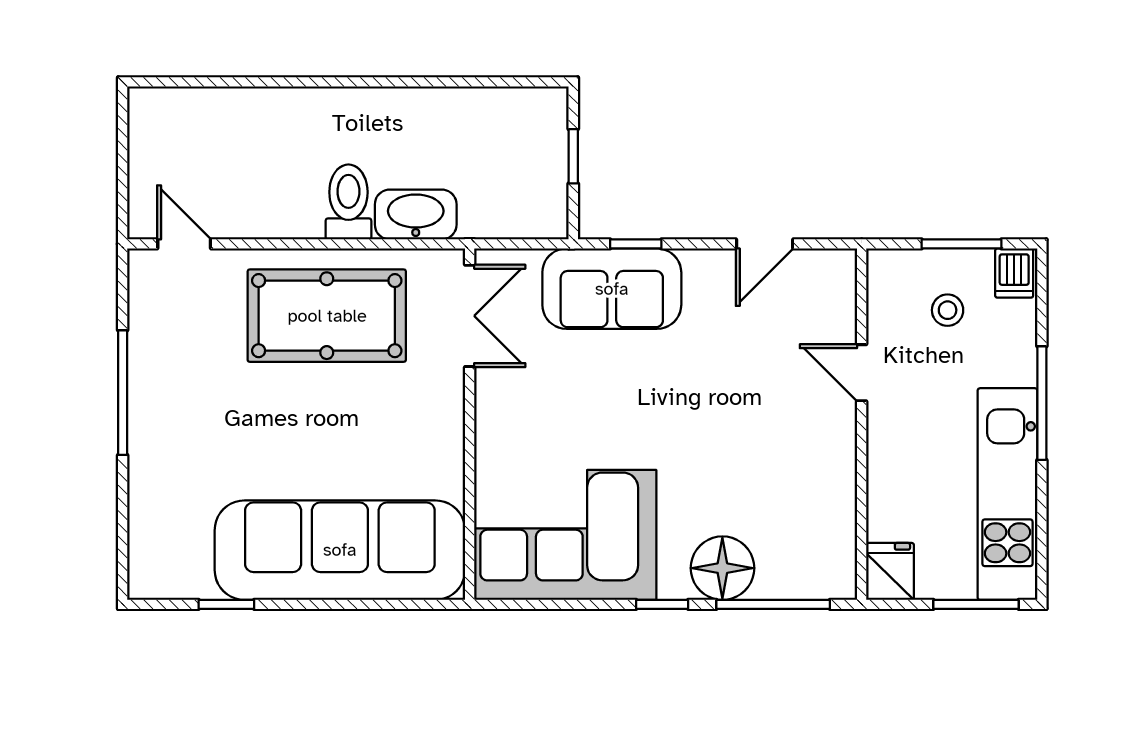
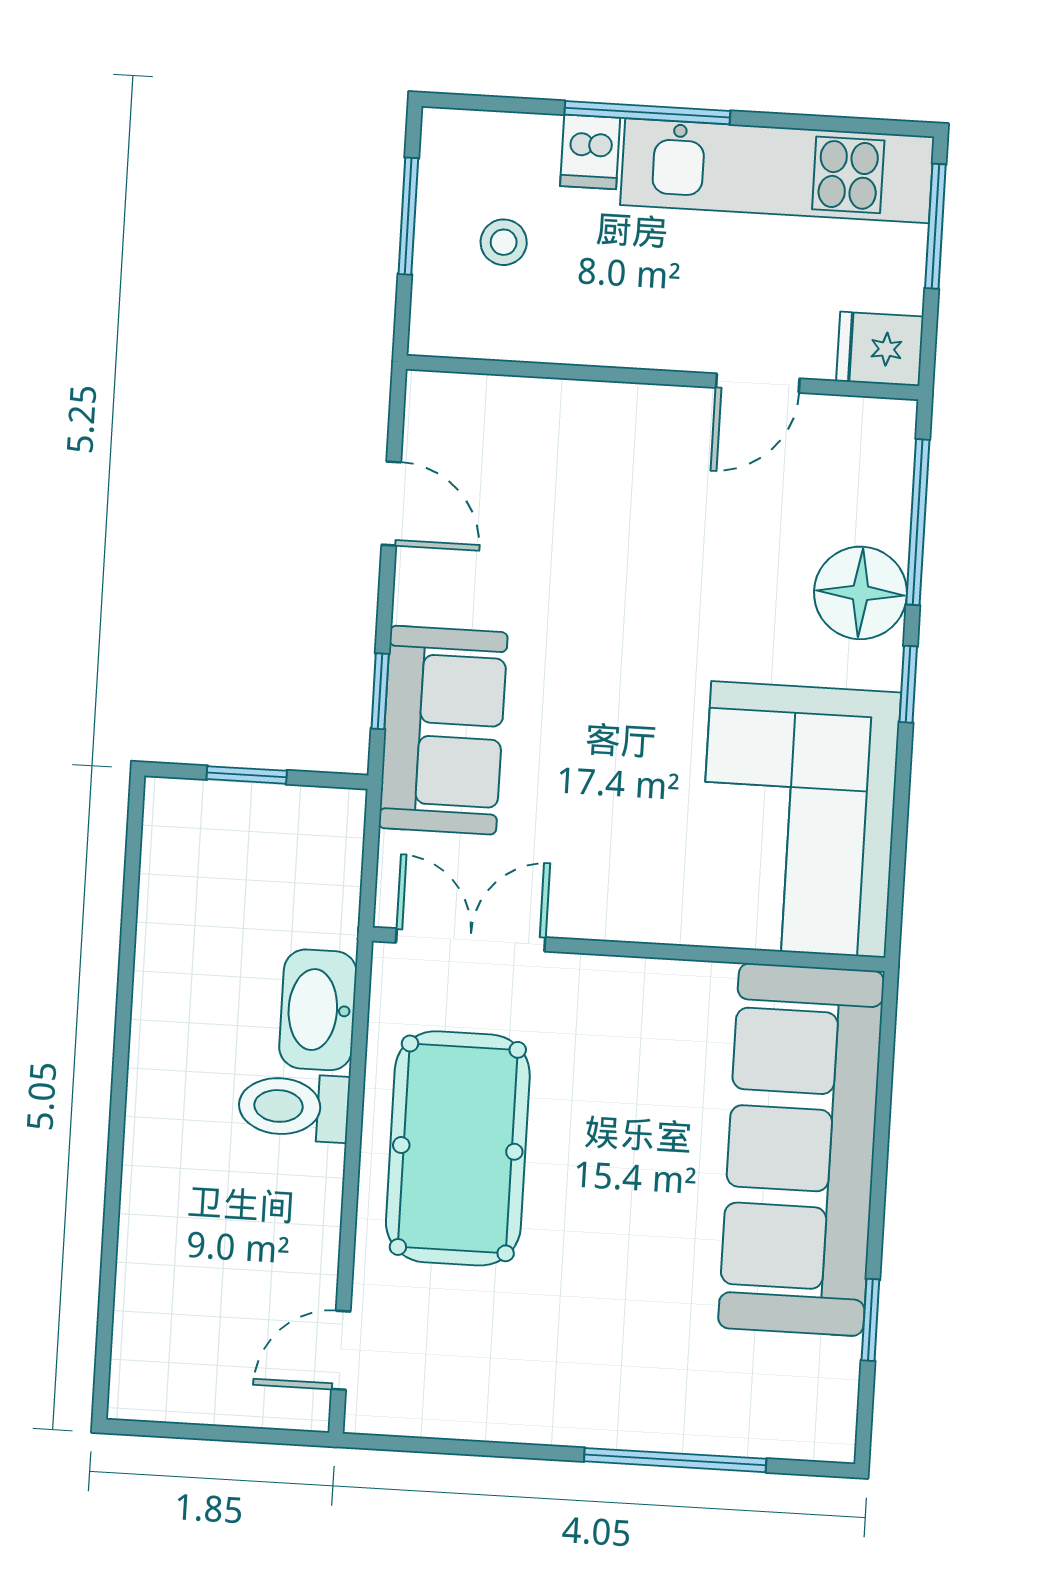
dishwasher: (1014, 273) -> (590, 152), moved, turned 90
door: (862, 373) -> (758, 383), moved
window: (123, 393) -> (675, 1460), moved

